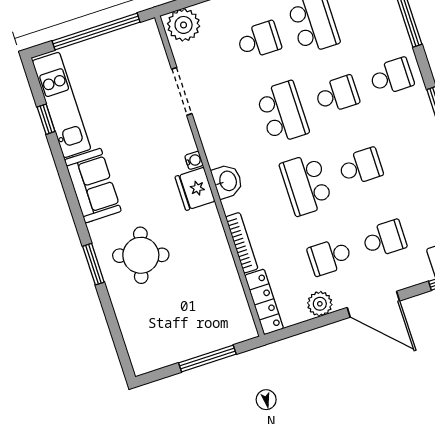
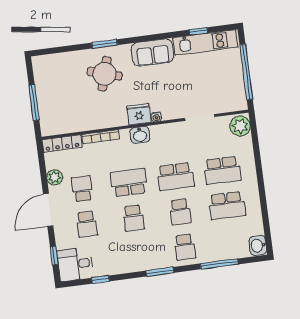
school desk: (259, 40) -> (222, 170), width x1.85

